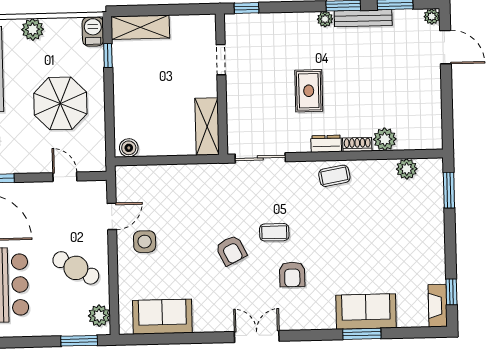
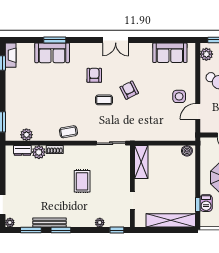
plant: (325, 19) -> (100, 223), moved
shelving: (140, 27) -> (171, 220), width x1.47
barbecue: (93, 31) -> (206, 203), moved
dresser: (326, 144) -> (22, 150), moved

